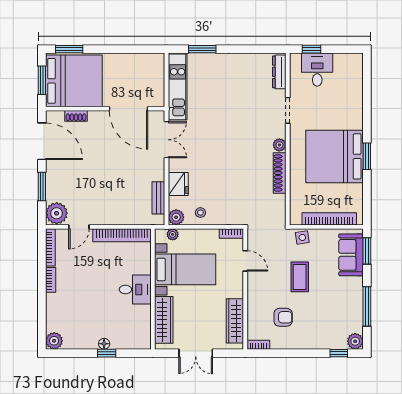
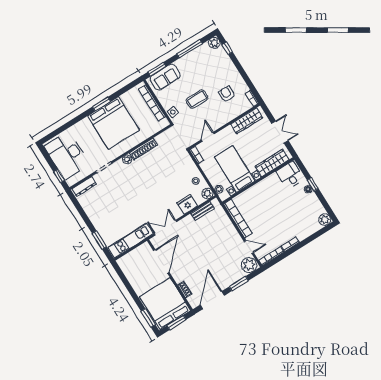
desk: (317, 70) -> (67, 155), width x1.87, depth x1.30
desk: (135, 289) -> (290, 175), moved

